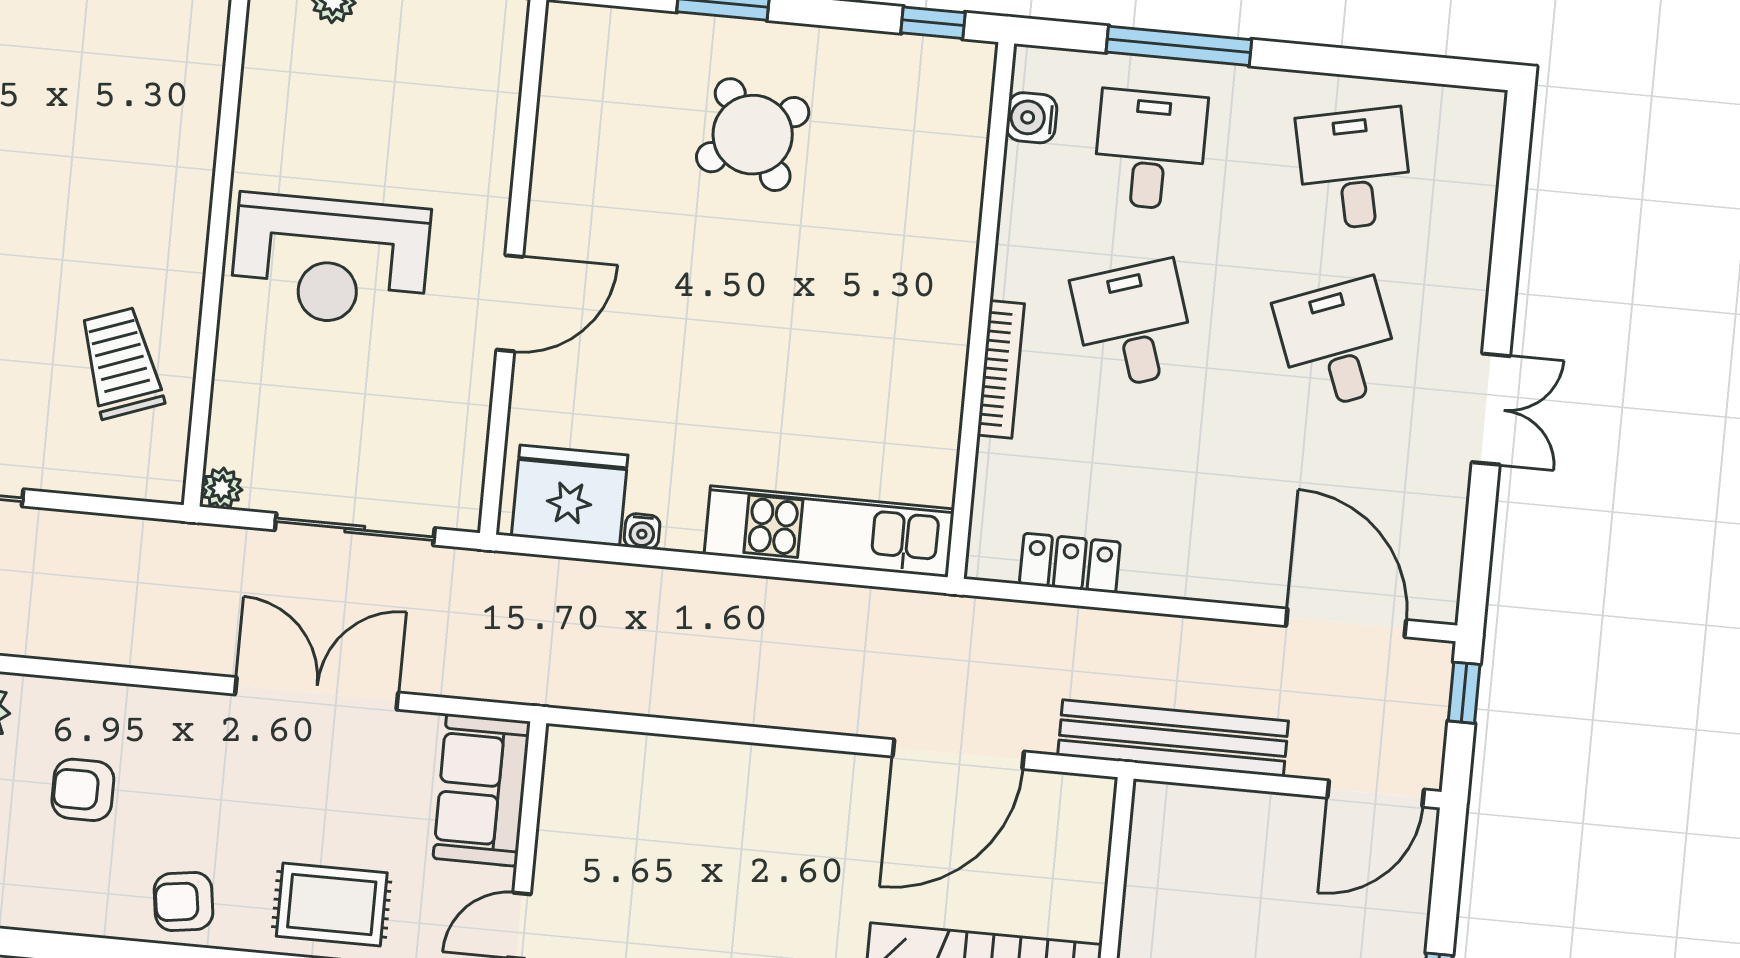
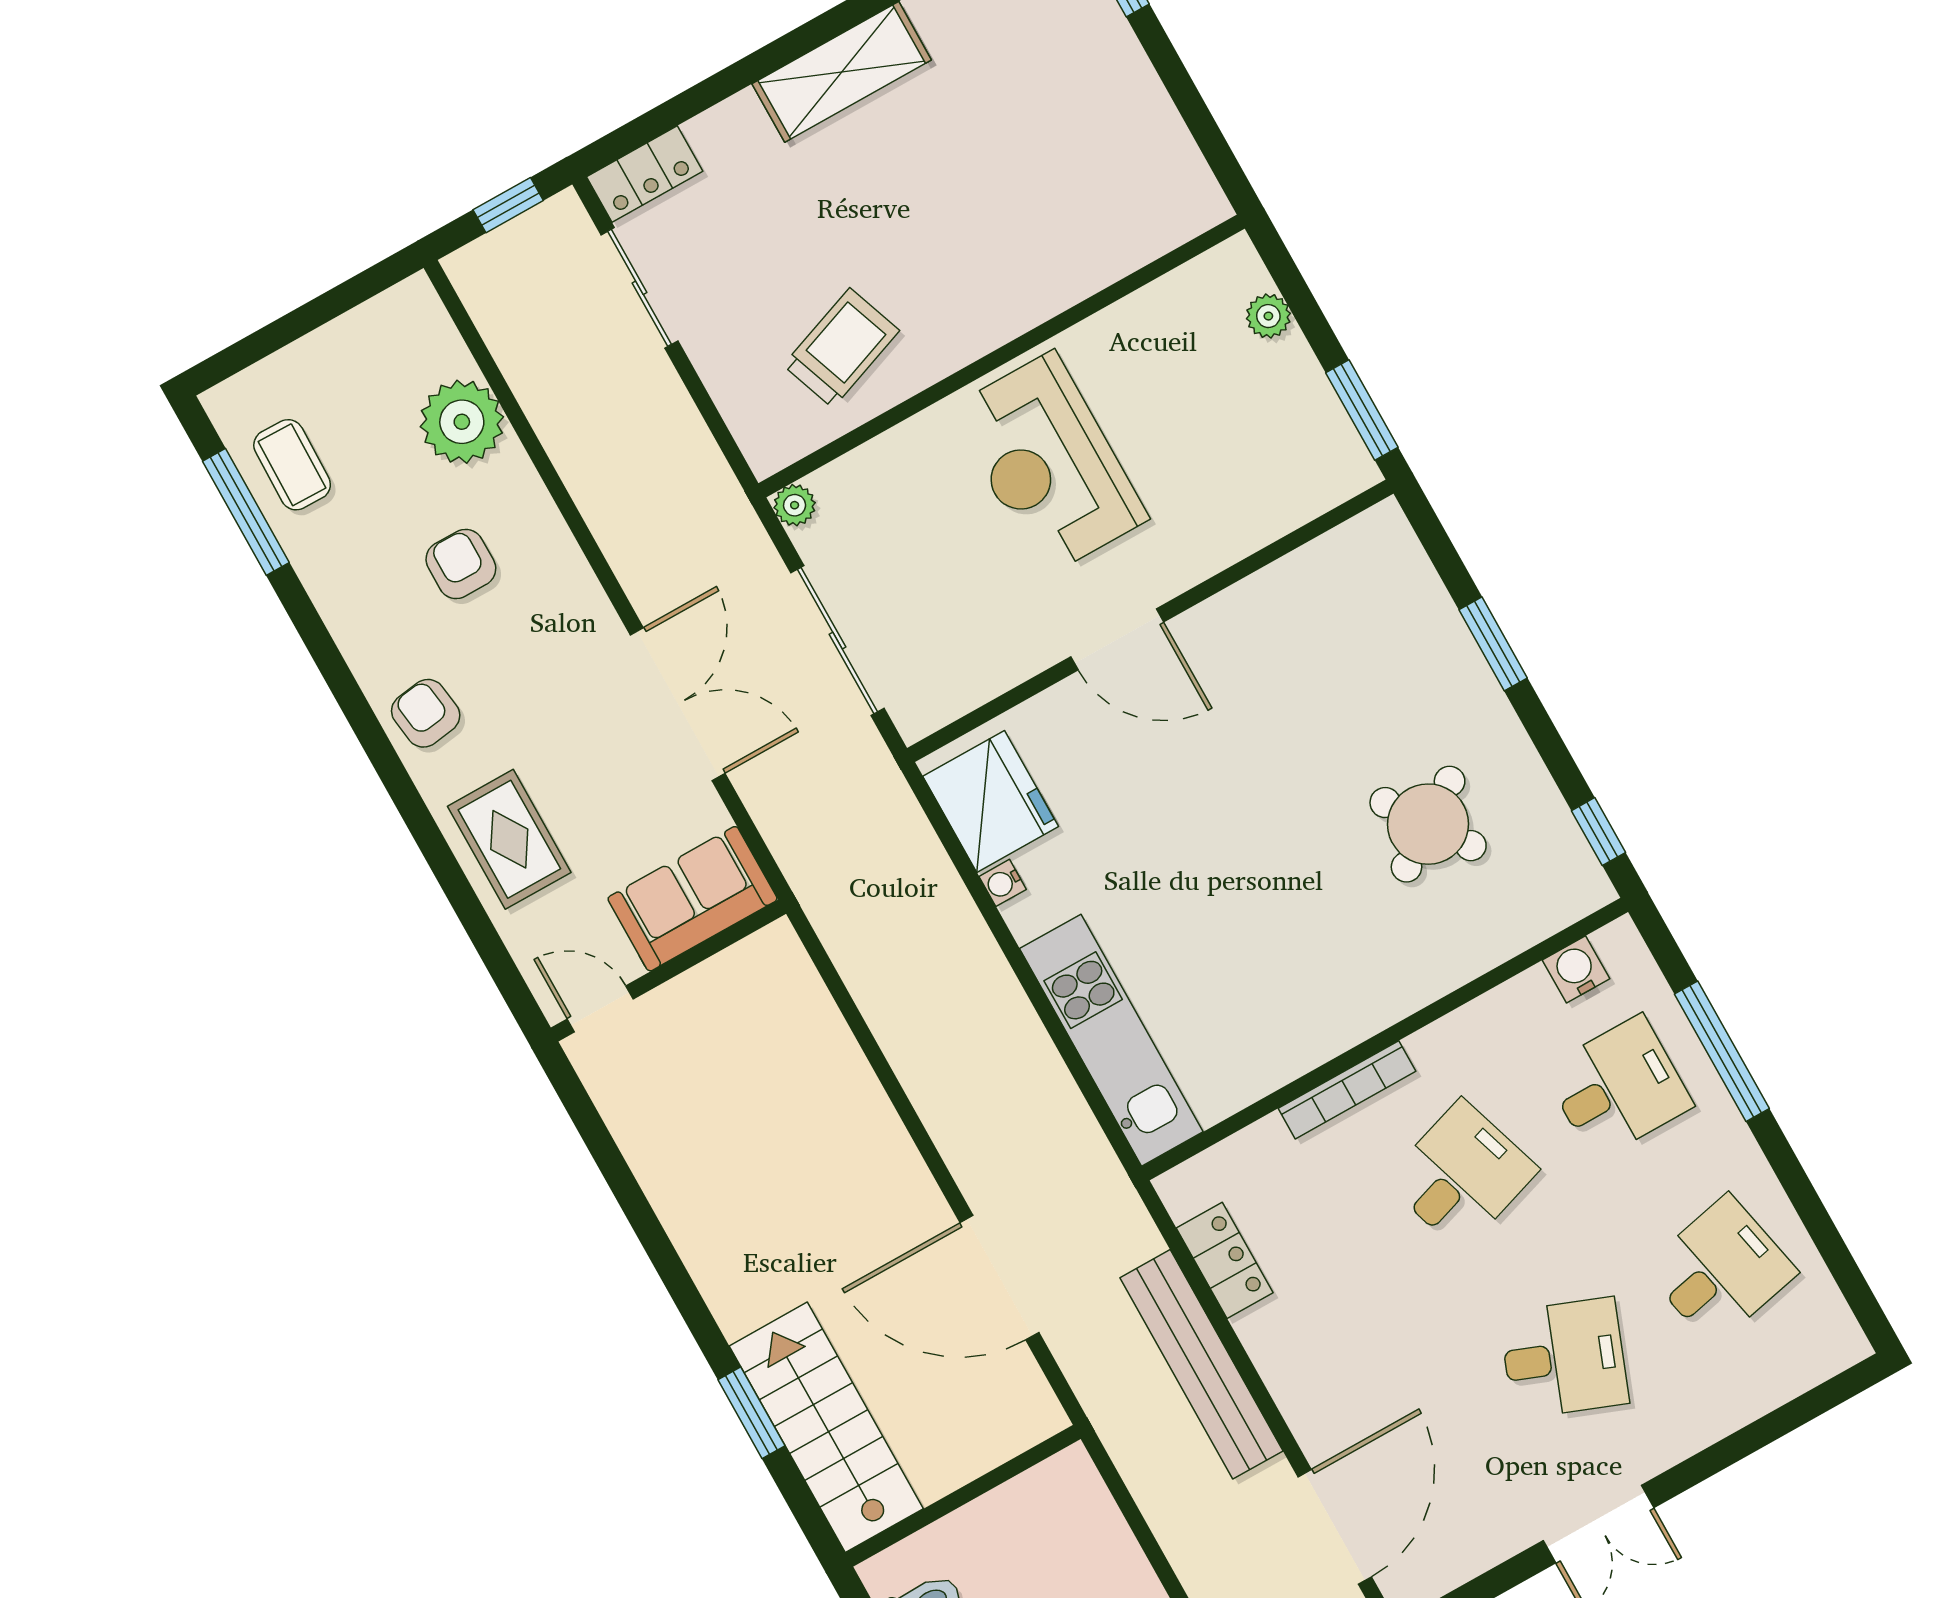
round table: (753, 135) -> (1428, 824), moved
desk: (1338, 344) -> (1564, 1358), turned 42
bench: (1173, 738) -> (1201, 1364), moved

